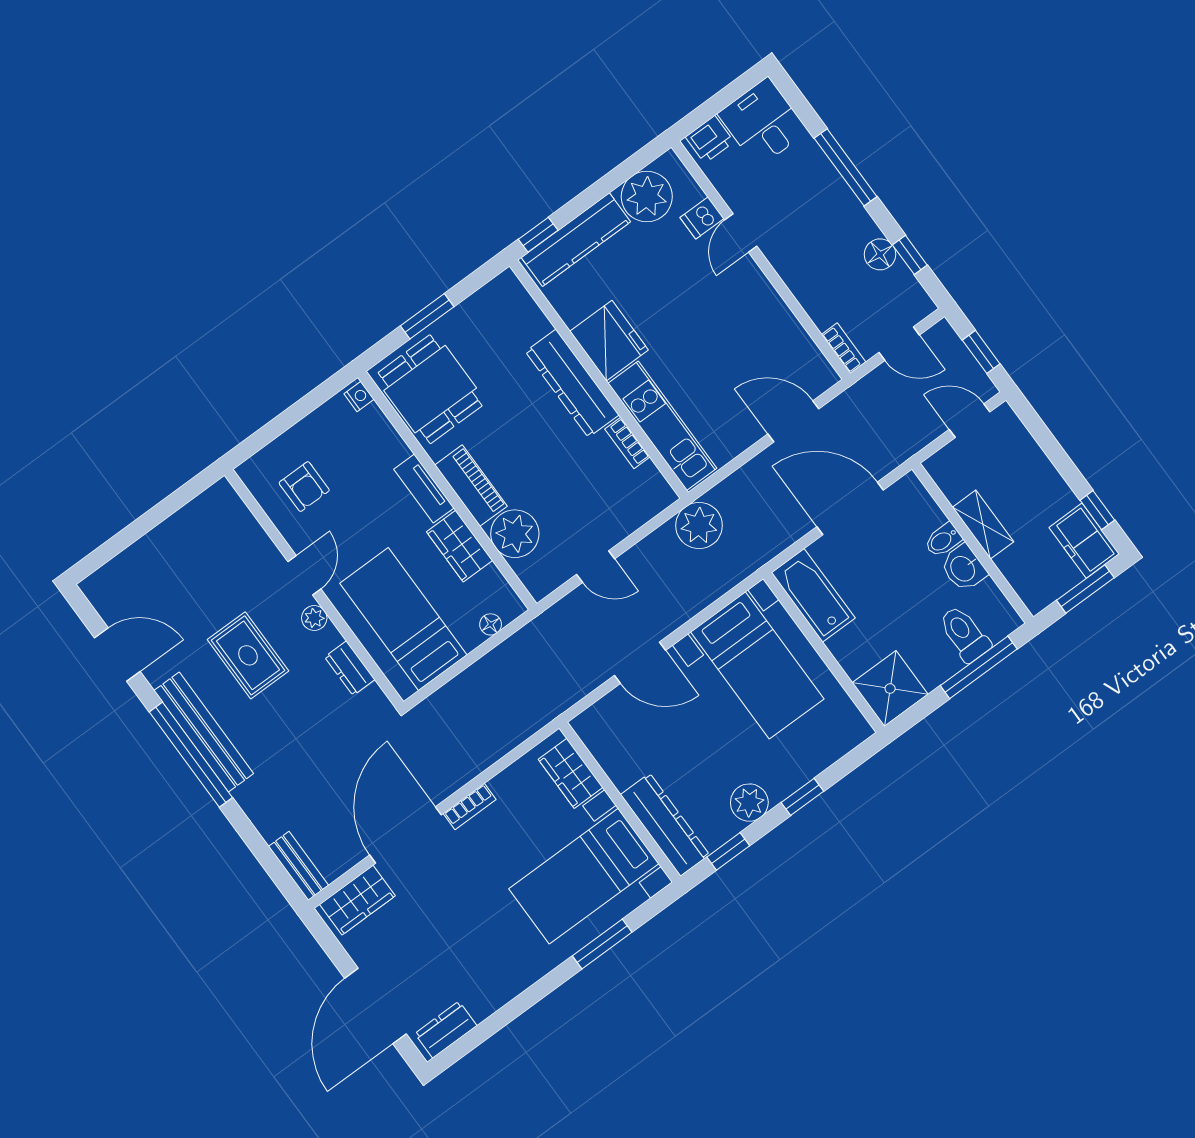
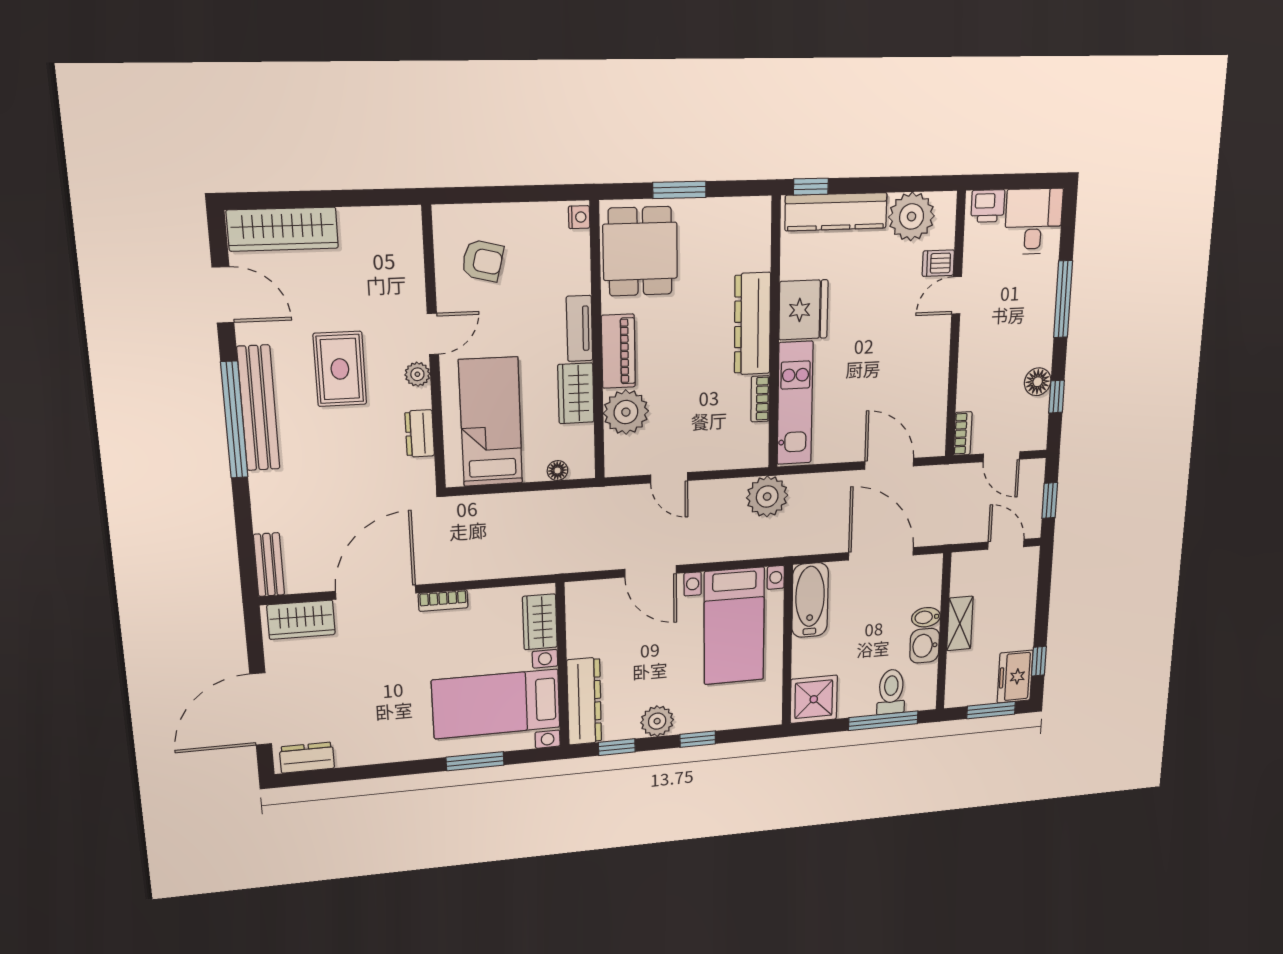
armchair: (304, 487) -> (482, 261), turned -76
wardrobe: (130, 569) -> (283, 229), added

